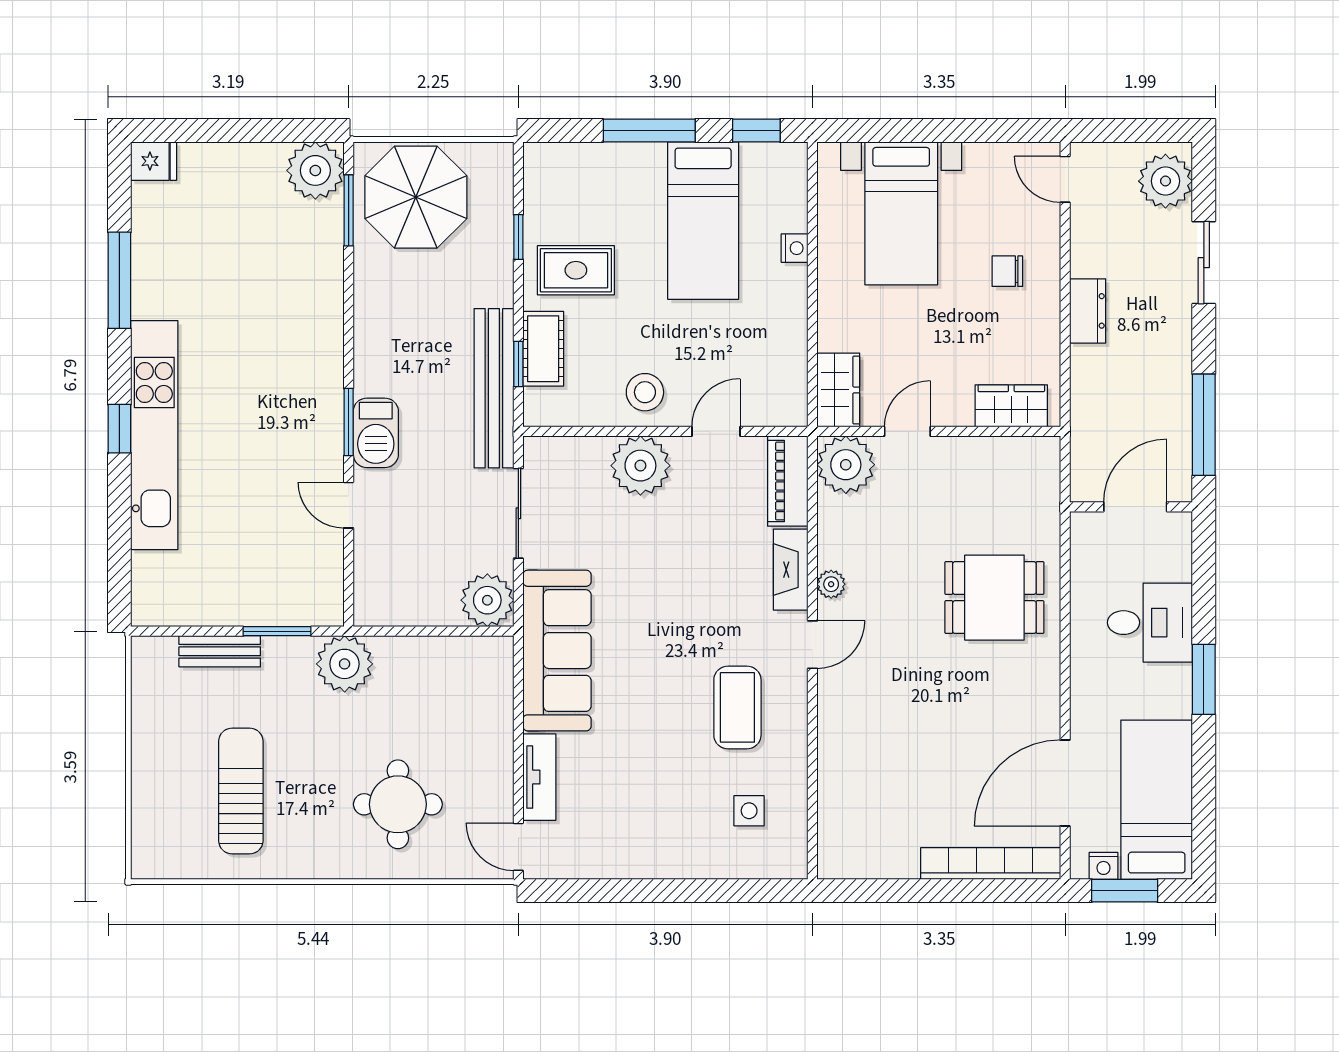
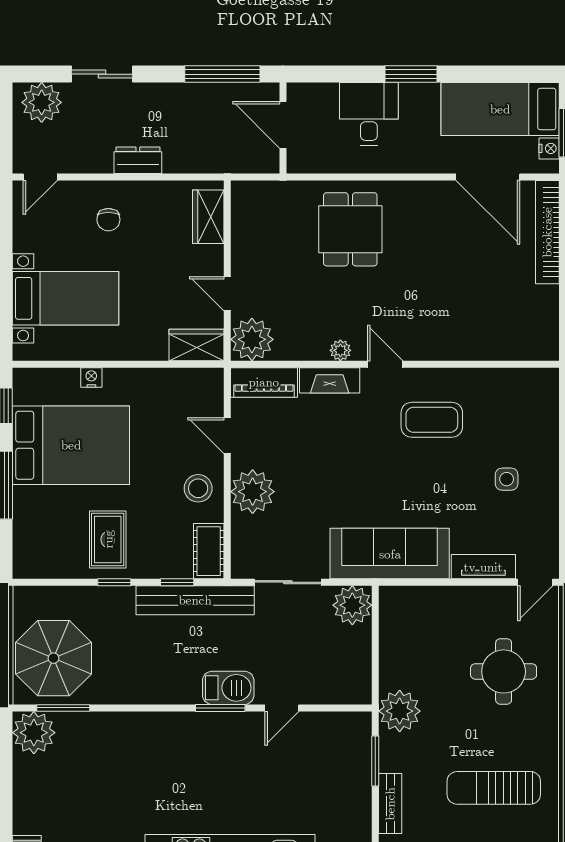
bed: (703, 221) -> (71, 445), width x1.50
window: (518, 237) -> (114, 582), moved
cot: (543, 349) -> (209, 551), moved, turned 90
side table: (749, 811) -> (507, 479), moved

